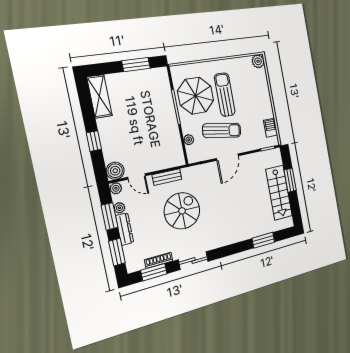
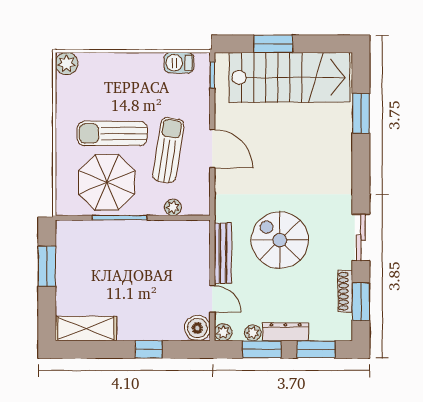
door: (137, 176) -> (212, 299), hinge flipped
bench: (167, 177) -> (223, 253), width x1.36
stairs: (279, 193) -> (290, 77), width x1.36, depth x1.51

